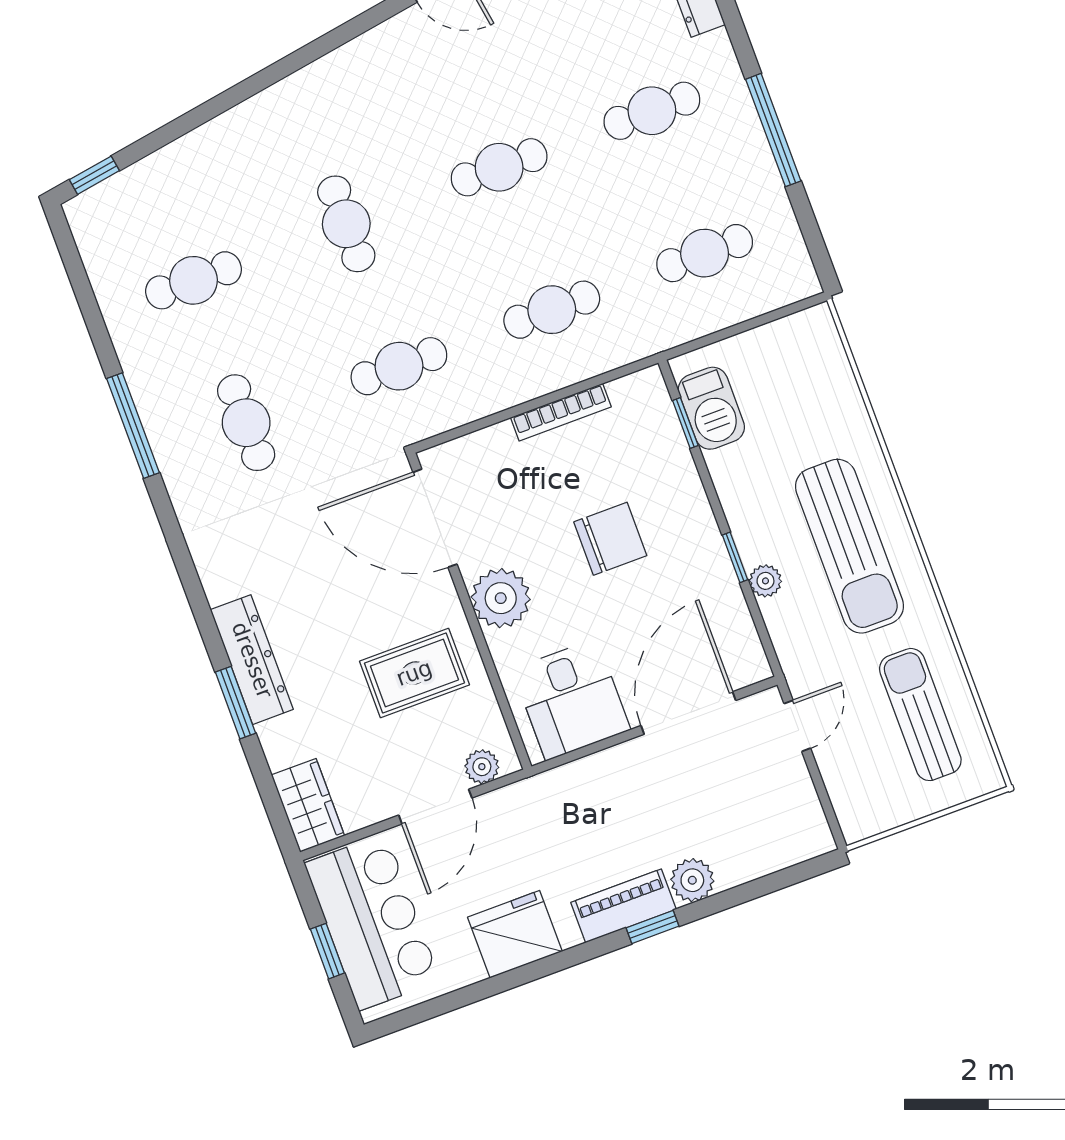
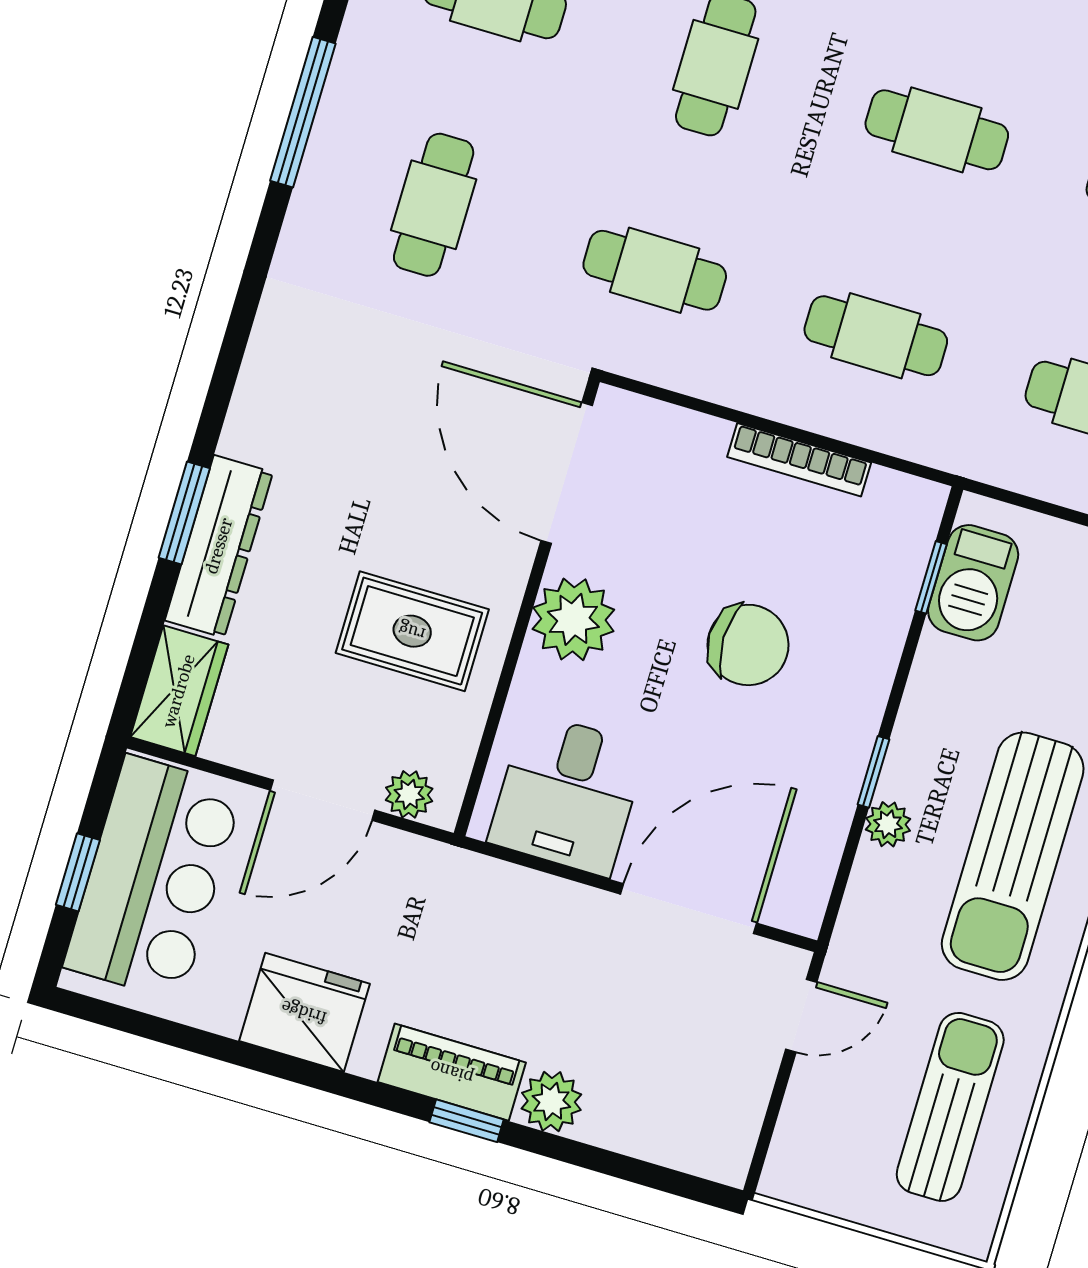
dresser: (252, 660) -> (219, 546), moved

